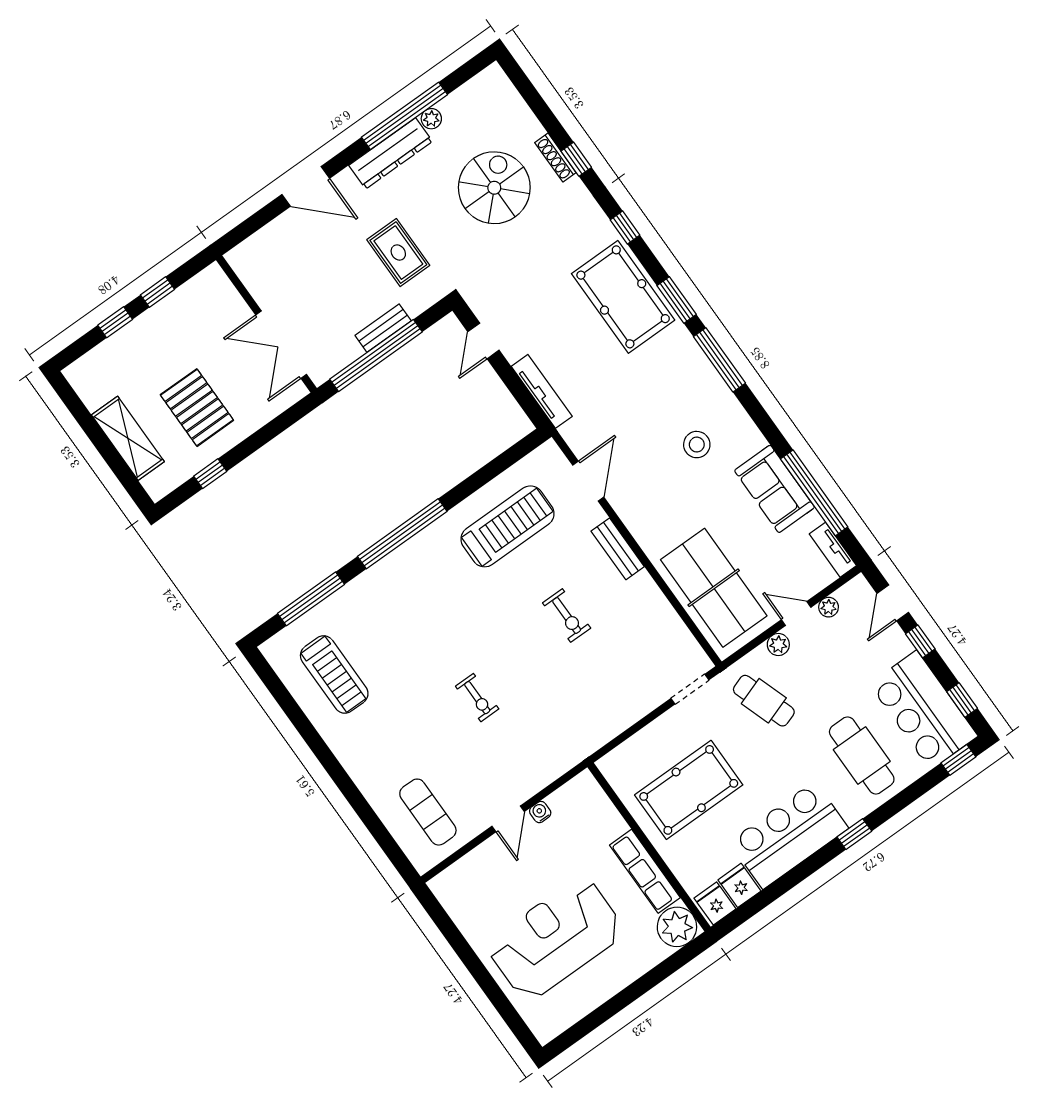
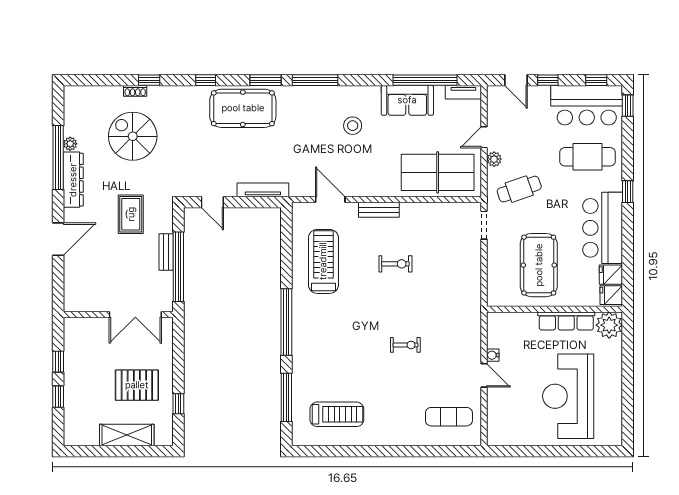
shoe rack: (555, 158) -> (135, 91), width x0.70
rug: (398, 253) -> (131, 214), turned 90
plant: (829, 607) -> (493, 117), removed

